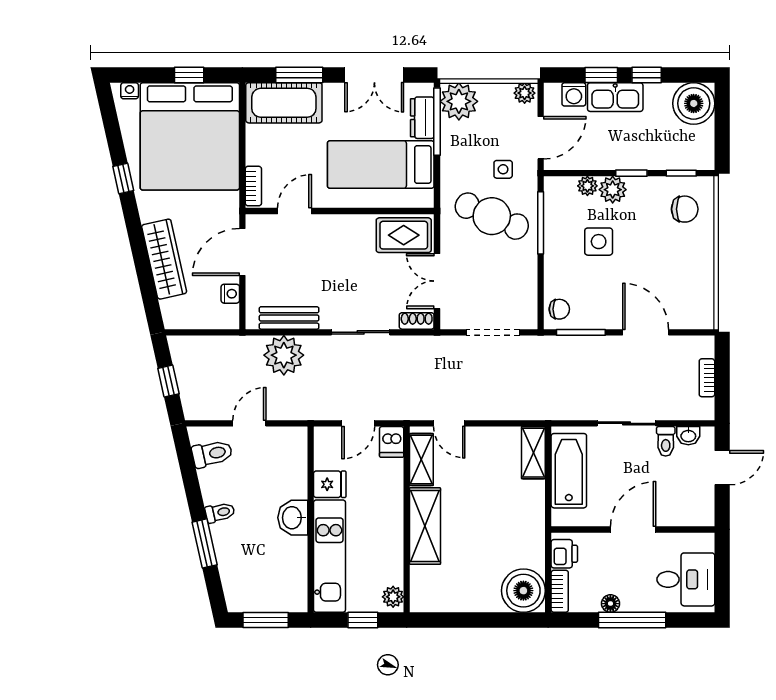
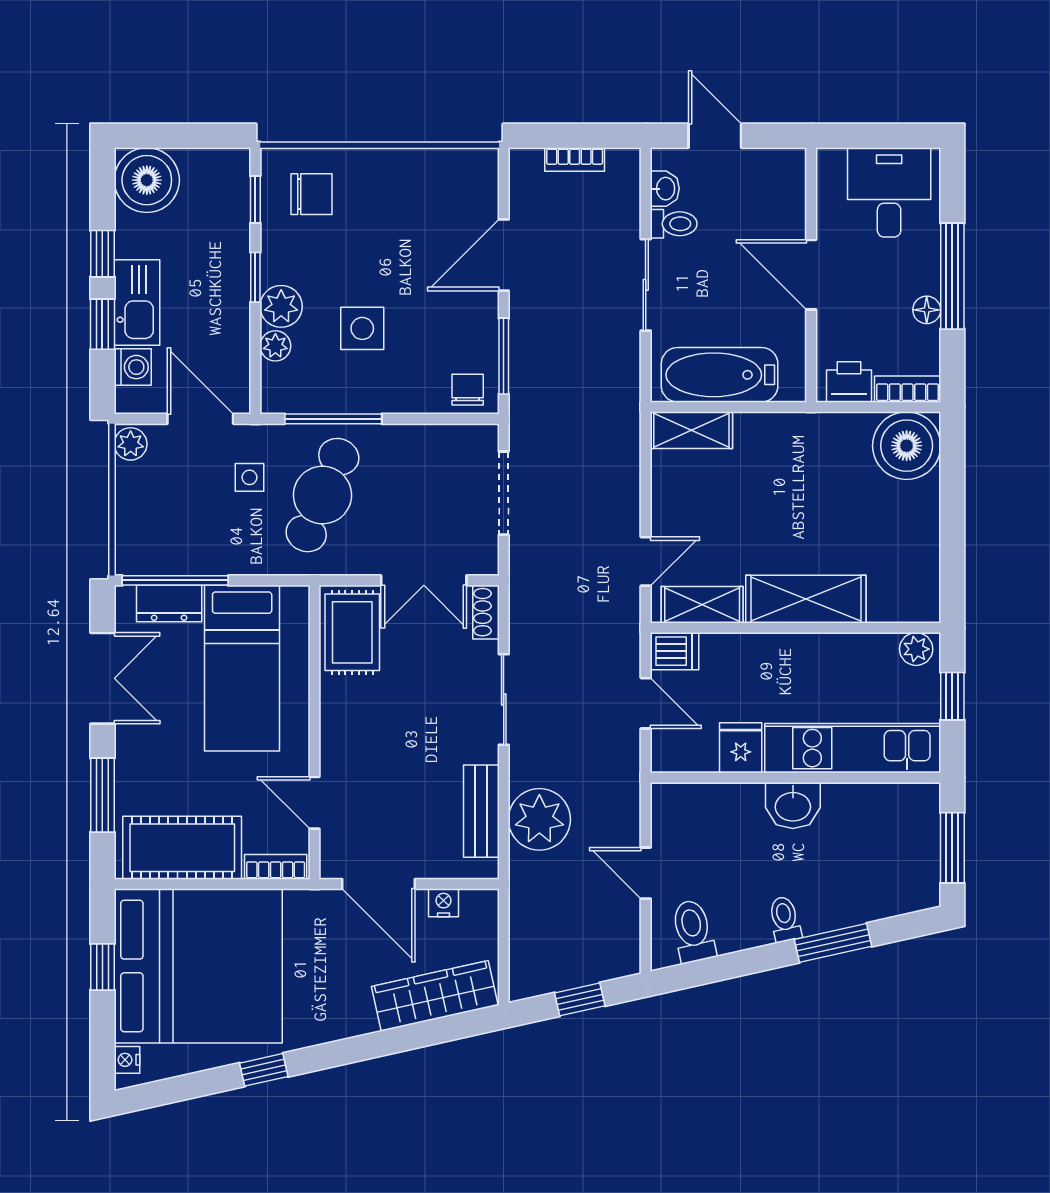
plant: (459, 101) -> (144, 546), removed
cot: (284, 103) -> (182, 848), moved, turned 90
chair: (685, 209) -> (312, 194), turned 90
wardrobe: (164, 259) -> (435, 996), moved

